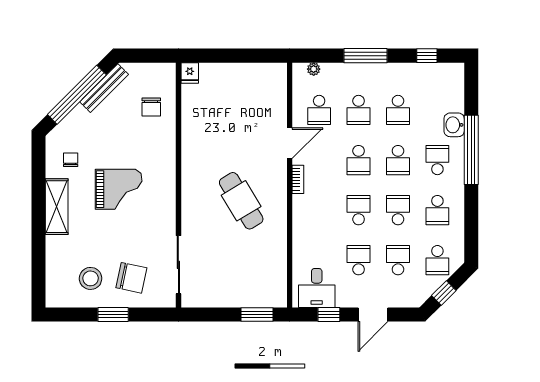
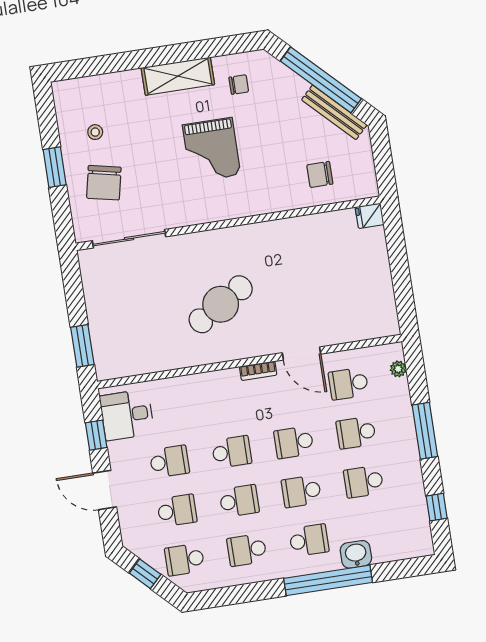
stool: (91, 278) -> (95, 132), width x0.53, depth x0.53

